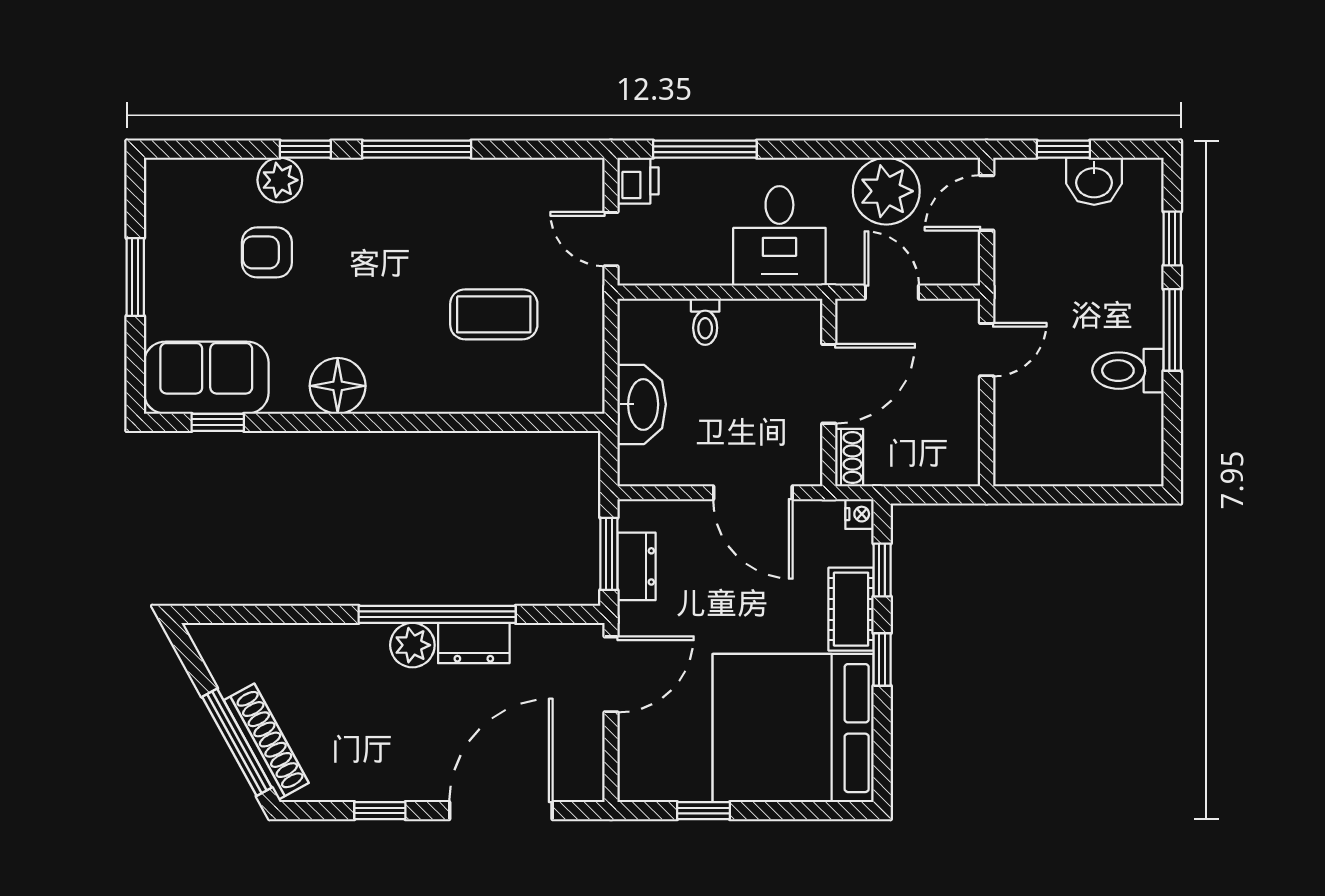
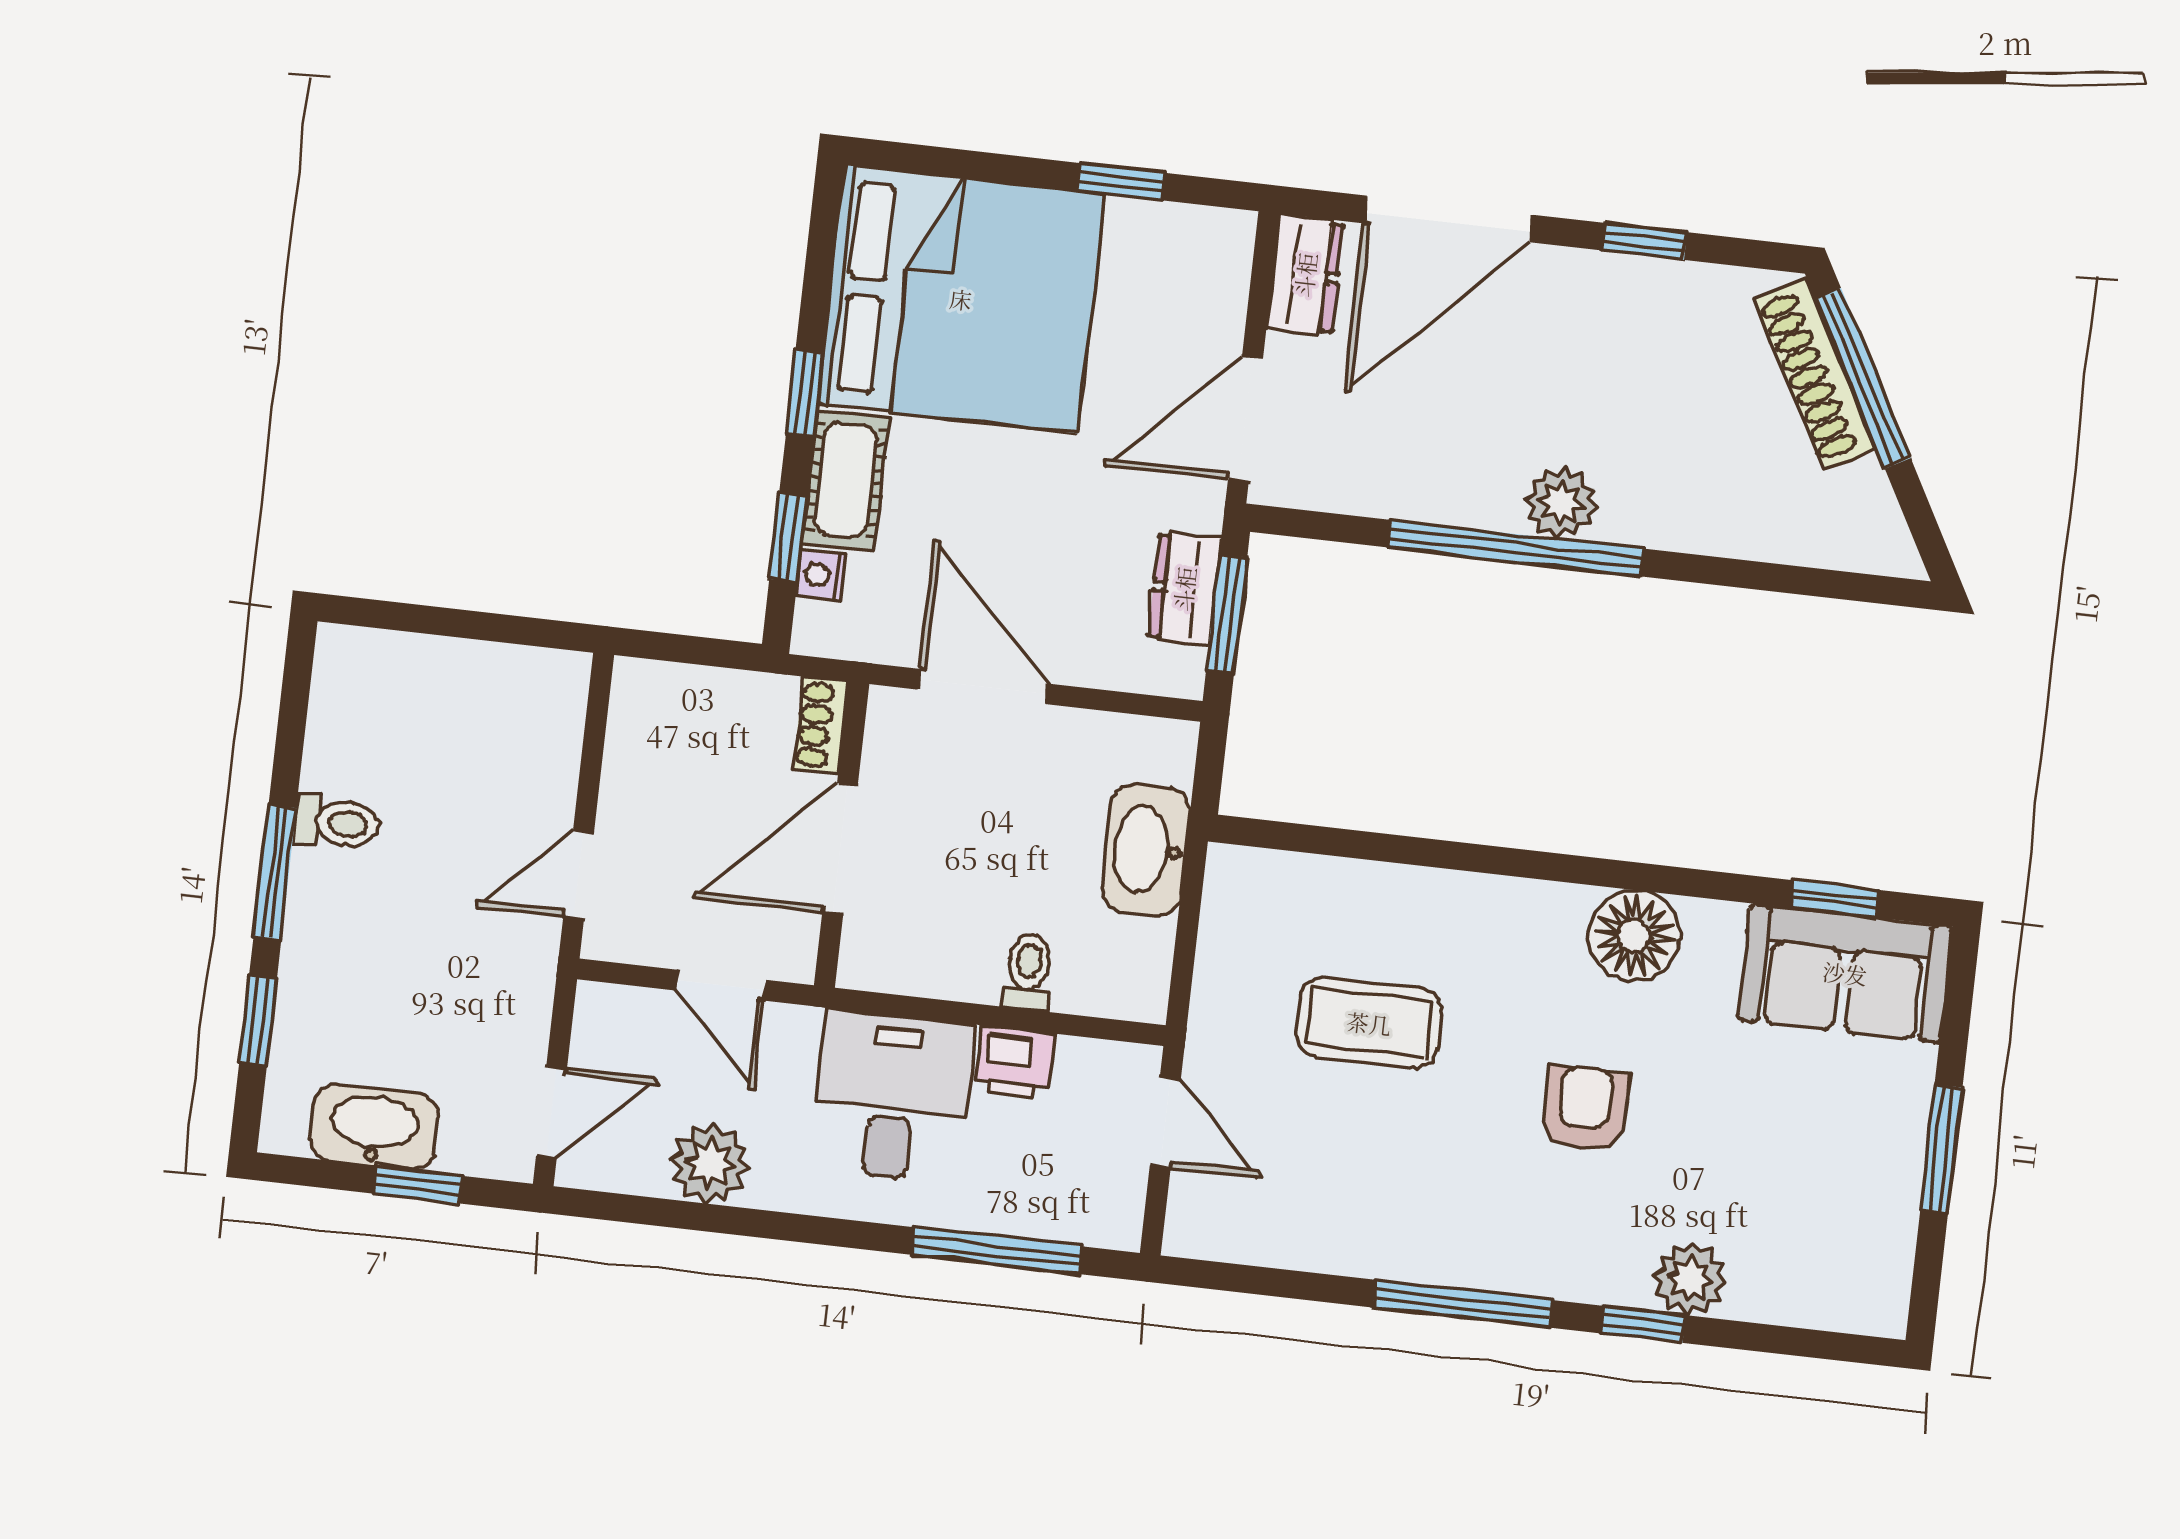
printer: (638, 181) -> (1015, 1063), moved, turned -90
washbasin: (1094, 181) -> (374, 1127), width x1.38
plant: (886, 191) -> (710, 1164), width x0.73, depth x0.73
armchair: (267, 252) -> (1585, 1109), moved, turned -90
toilet: (1128, 371) -> (337, 823), width x0.73, depth x0.72
nightstand: (859, 514) -> (821, 575), moved
dresser: (474, 643) -> (1305, 275), moved, turned 90

